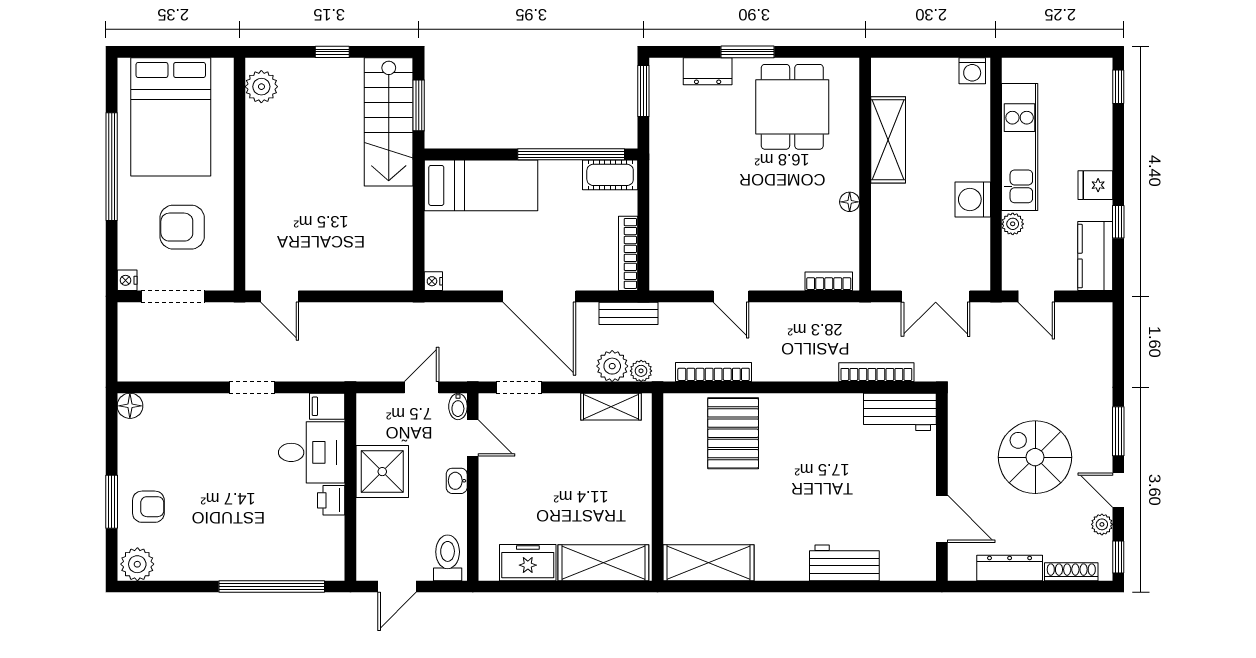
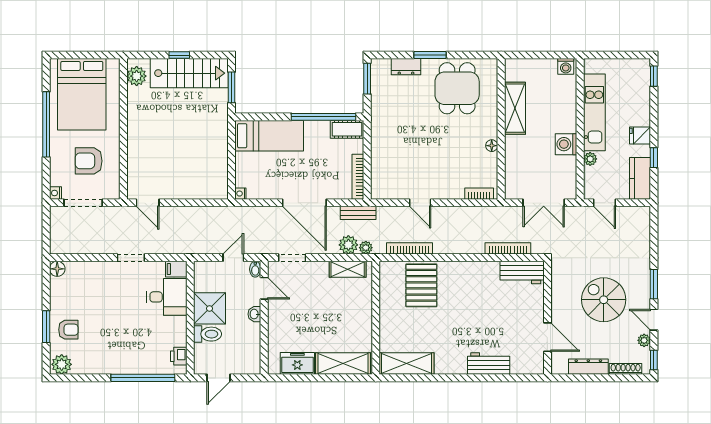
stairs: (389, 122) -> (189, 73), moved, turned -90
printer: (331, 500) -> (179, 356), moved
toilet: (448, 558) -> (208, 334), moved, turned 90

